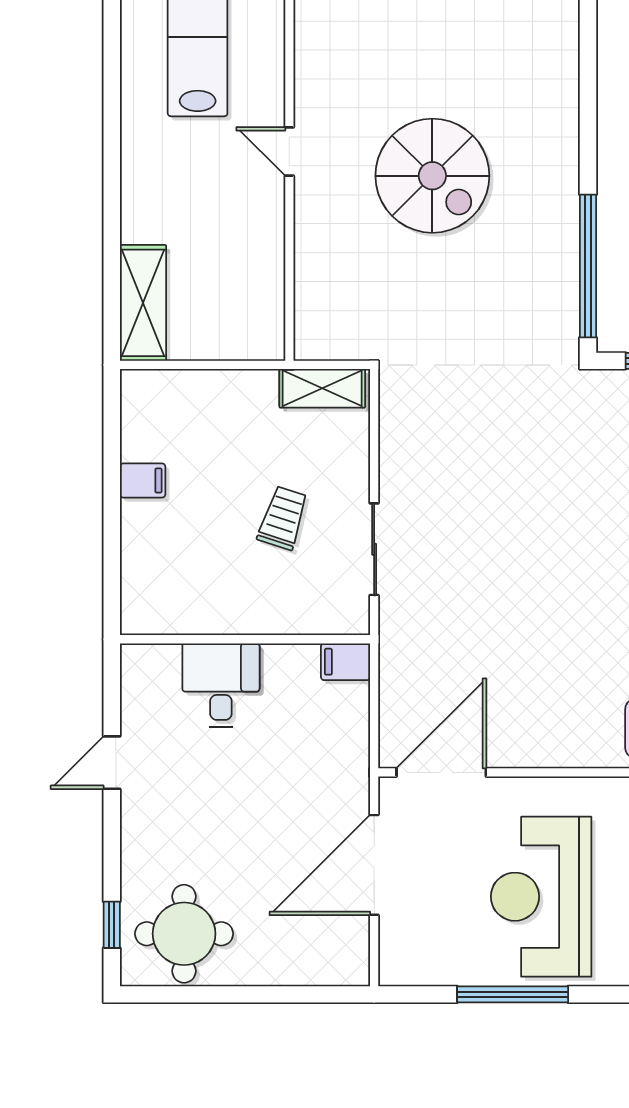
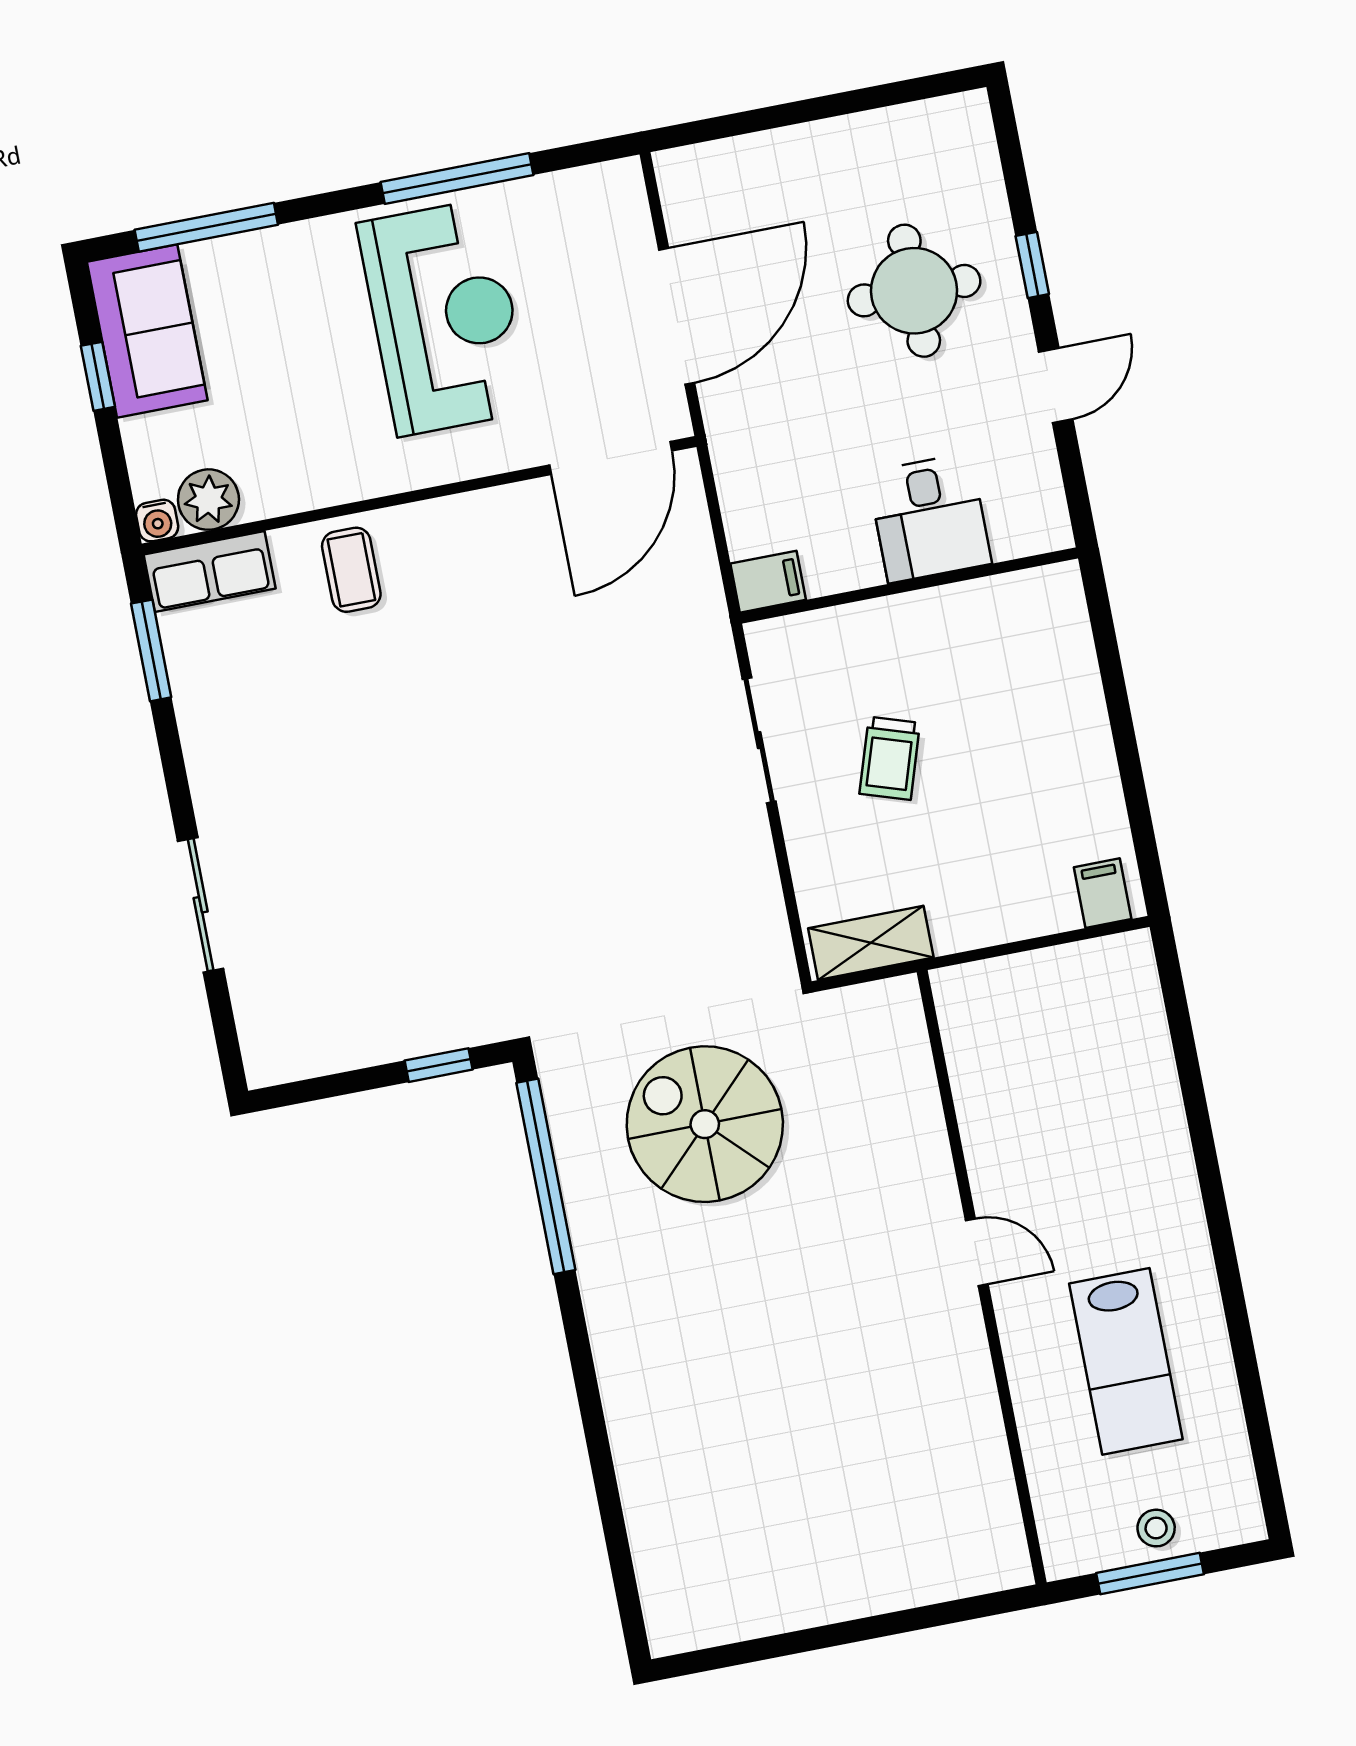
spiral stairs: (432, 176) -> (705, 1124), moved
shelving: (143, 303) -> (1134, 1011), removed
filing cabinet: (143, 480) -> (1103, 893), moved, turned 90
window: (112, 925) -> (1032, 265), moved
round table: (184, 934) -> (914, 291), moved

